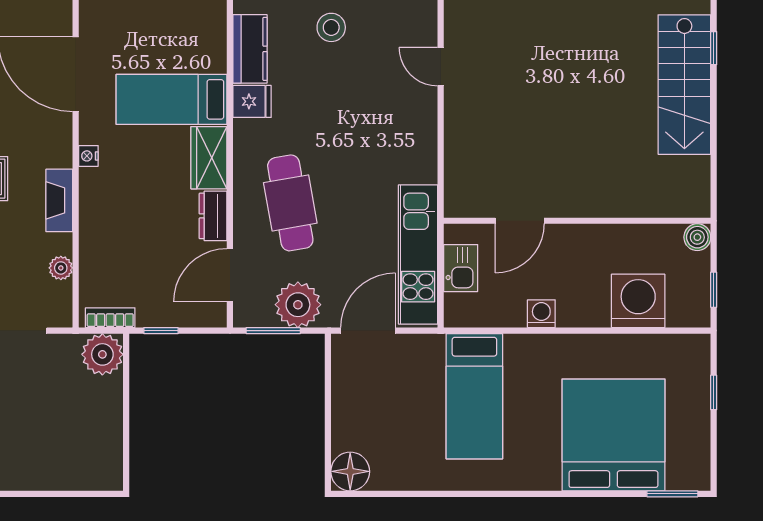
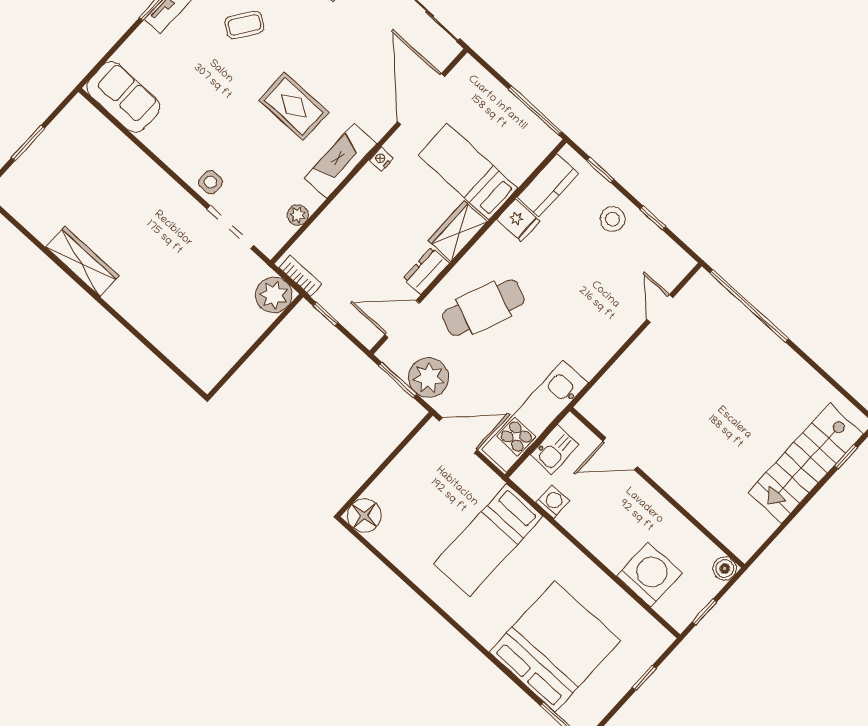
fireplace: (59, 200) -> (340, 161), width x1.37, depth x1.32
cafe table: (290, 203) -> (483, 308), turned 32
washing machine: (541, 314) -> (553, 502), moved

